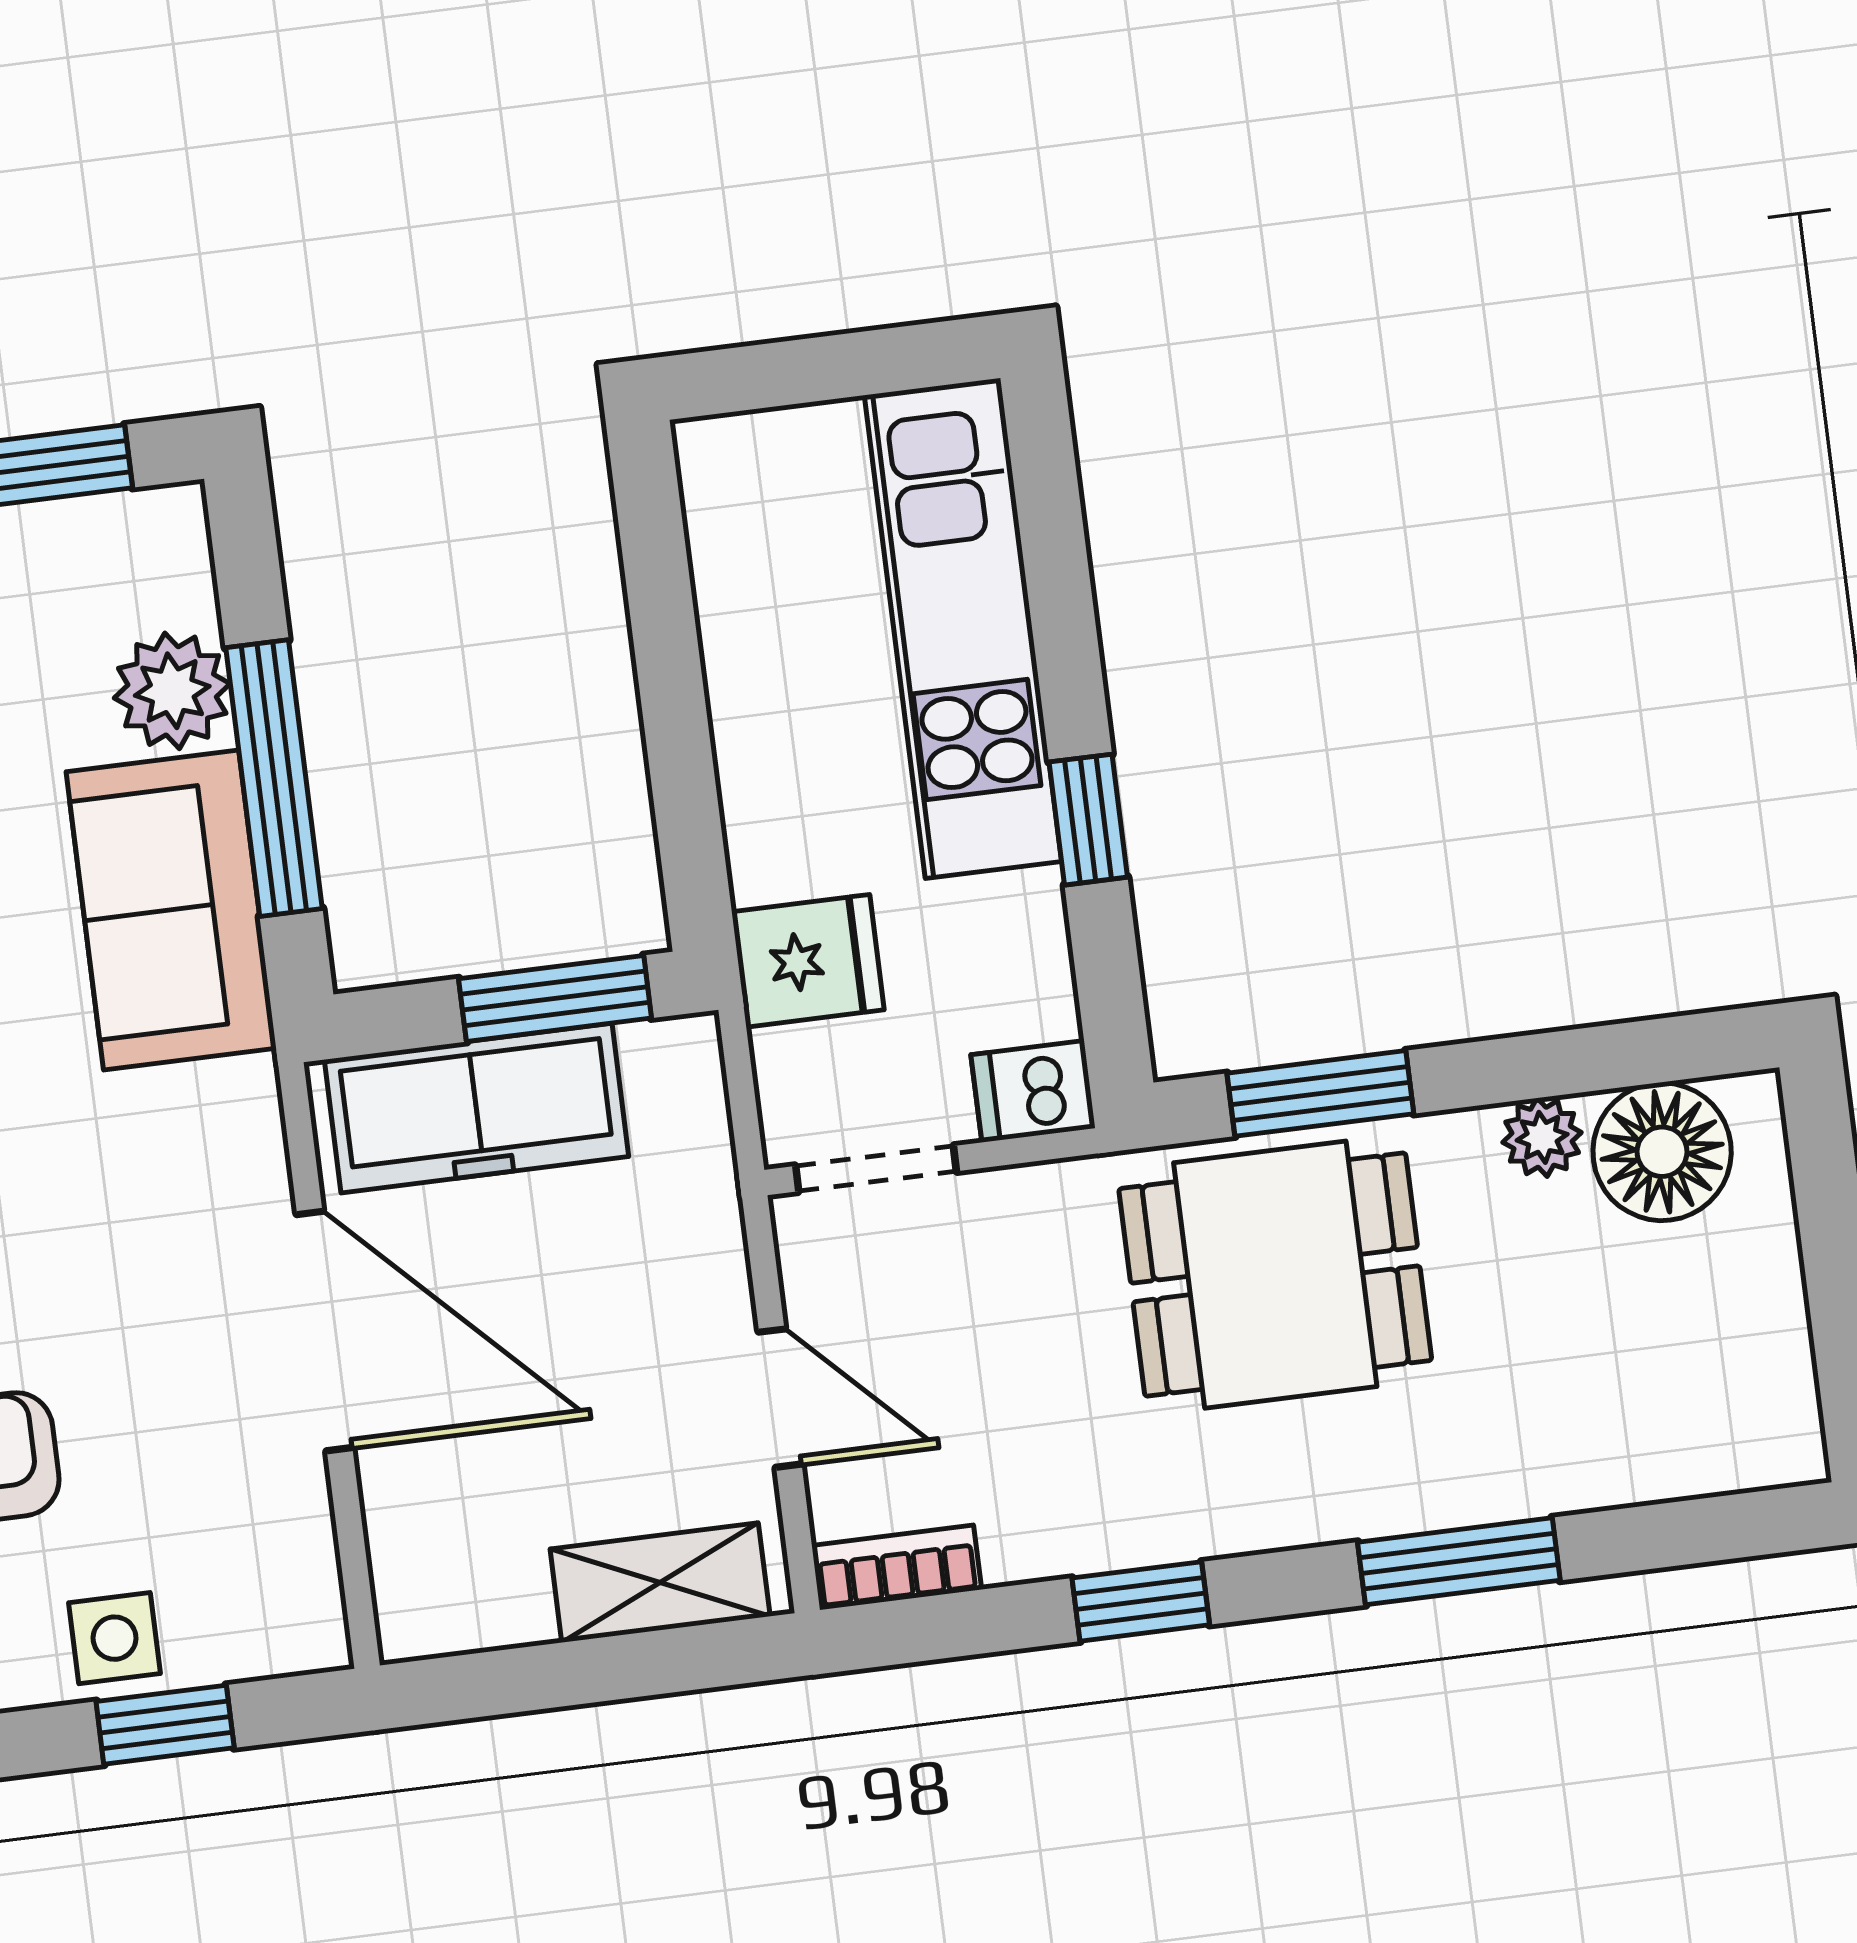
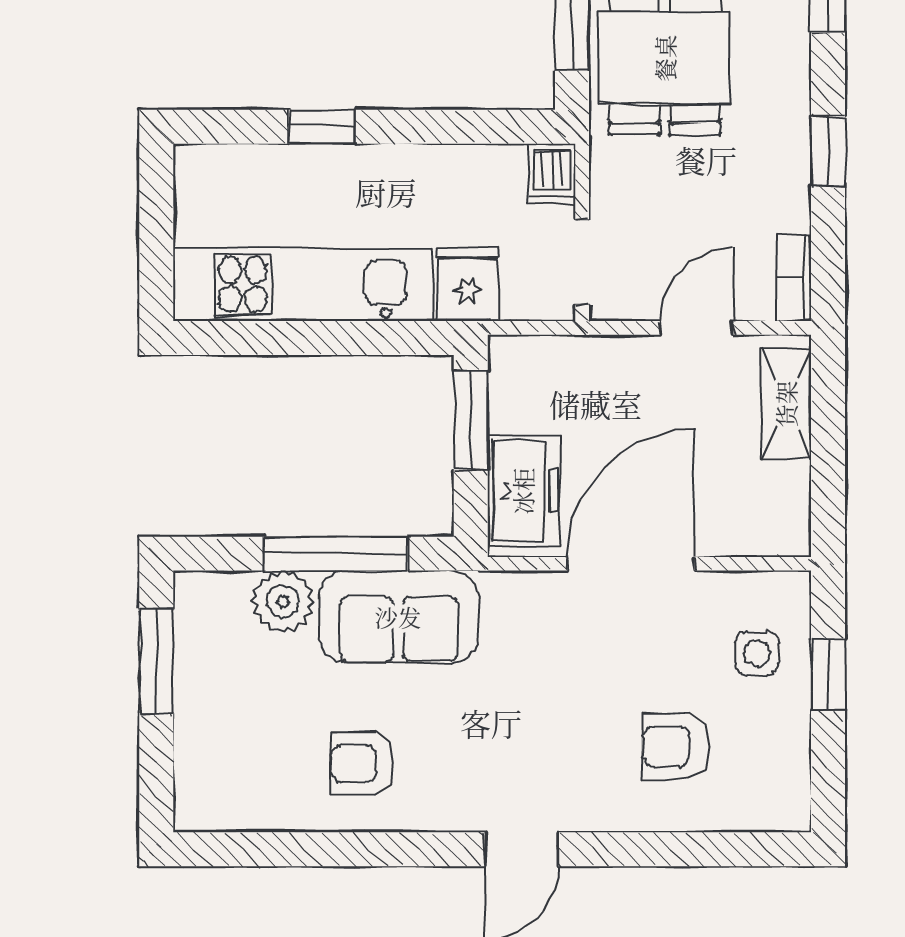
kitchen unit: (963, 628) -> (303, 285), moved, turned 180
window: (1088, 820) -> (322, 127), moved
freezer: (476, 1108) -> (523, 491), width x0.71
side table: (115, 1638) -> (757, 653), moved

